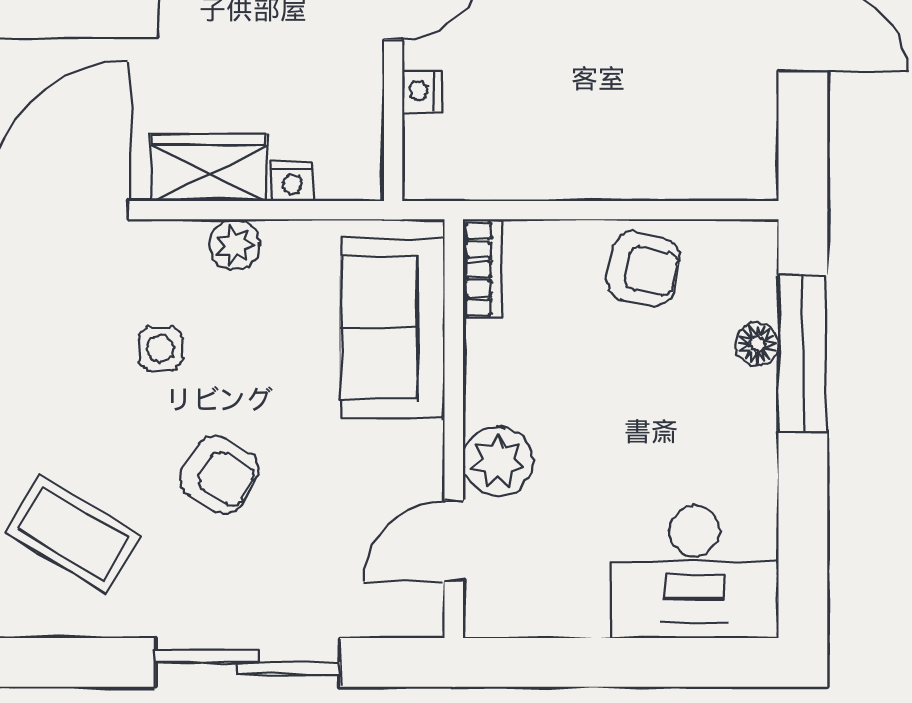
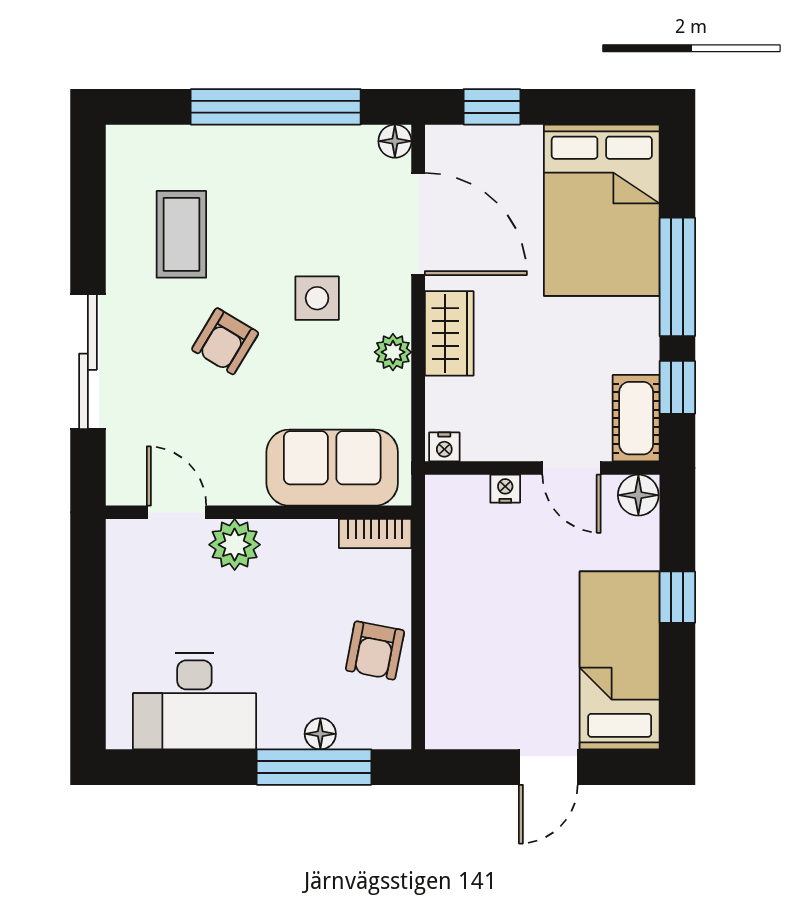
nightstand: (292, 181) -> (444, 447), moved, turned -90
side table: (161, 349) -> (317, 298), width x1.37, depth x1.37
coffee table: (73, 534) -> (181, 234), turned -31
desk: (694, 572) -> (194, 701), moved, turned -90

